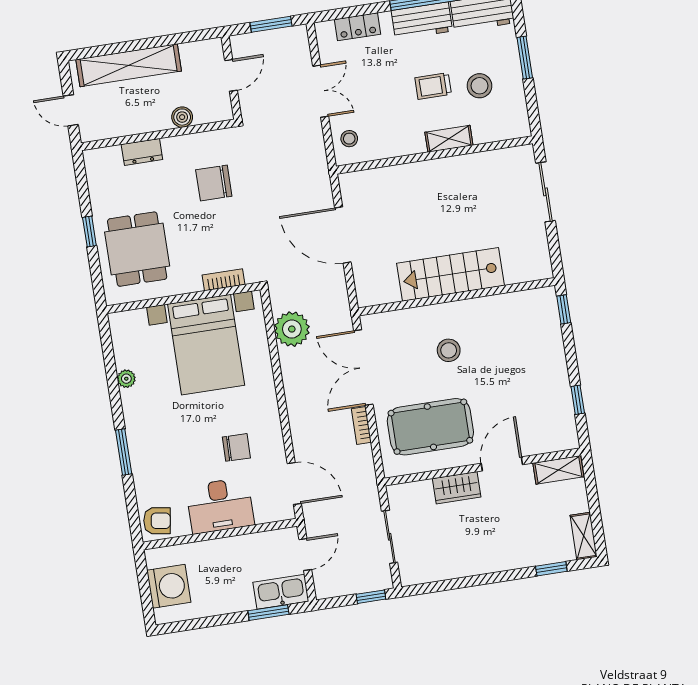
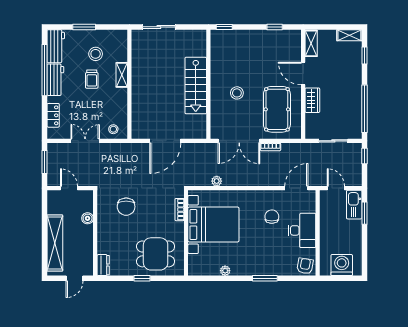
dresser: (142, 152) -> (103, 265), moved
plant: (292, 329) -> (217, 181), width x0.53, depth x0.53
window: (456, 584) -> (364, 109), added

